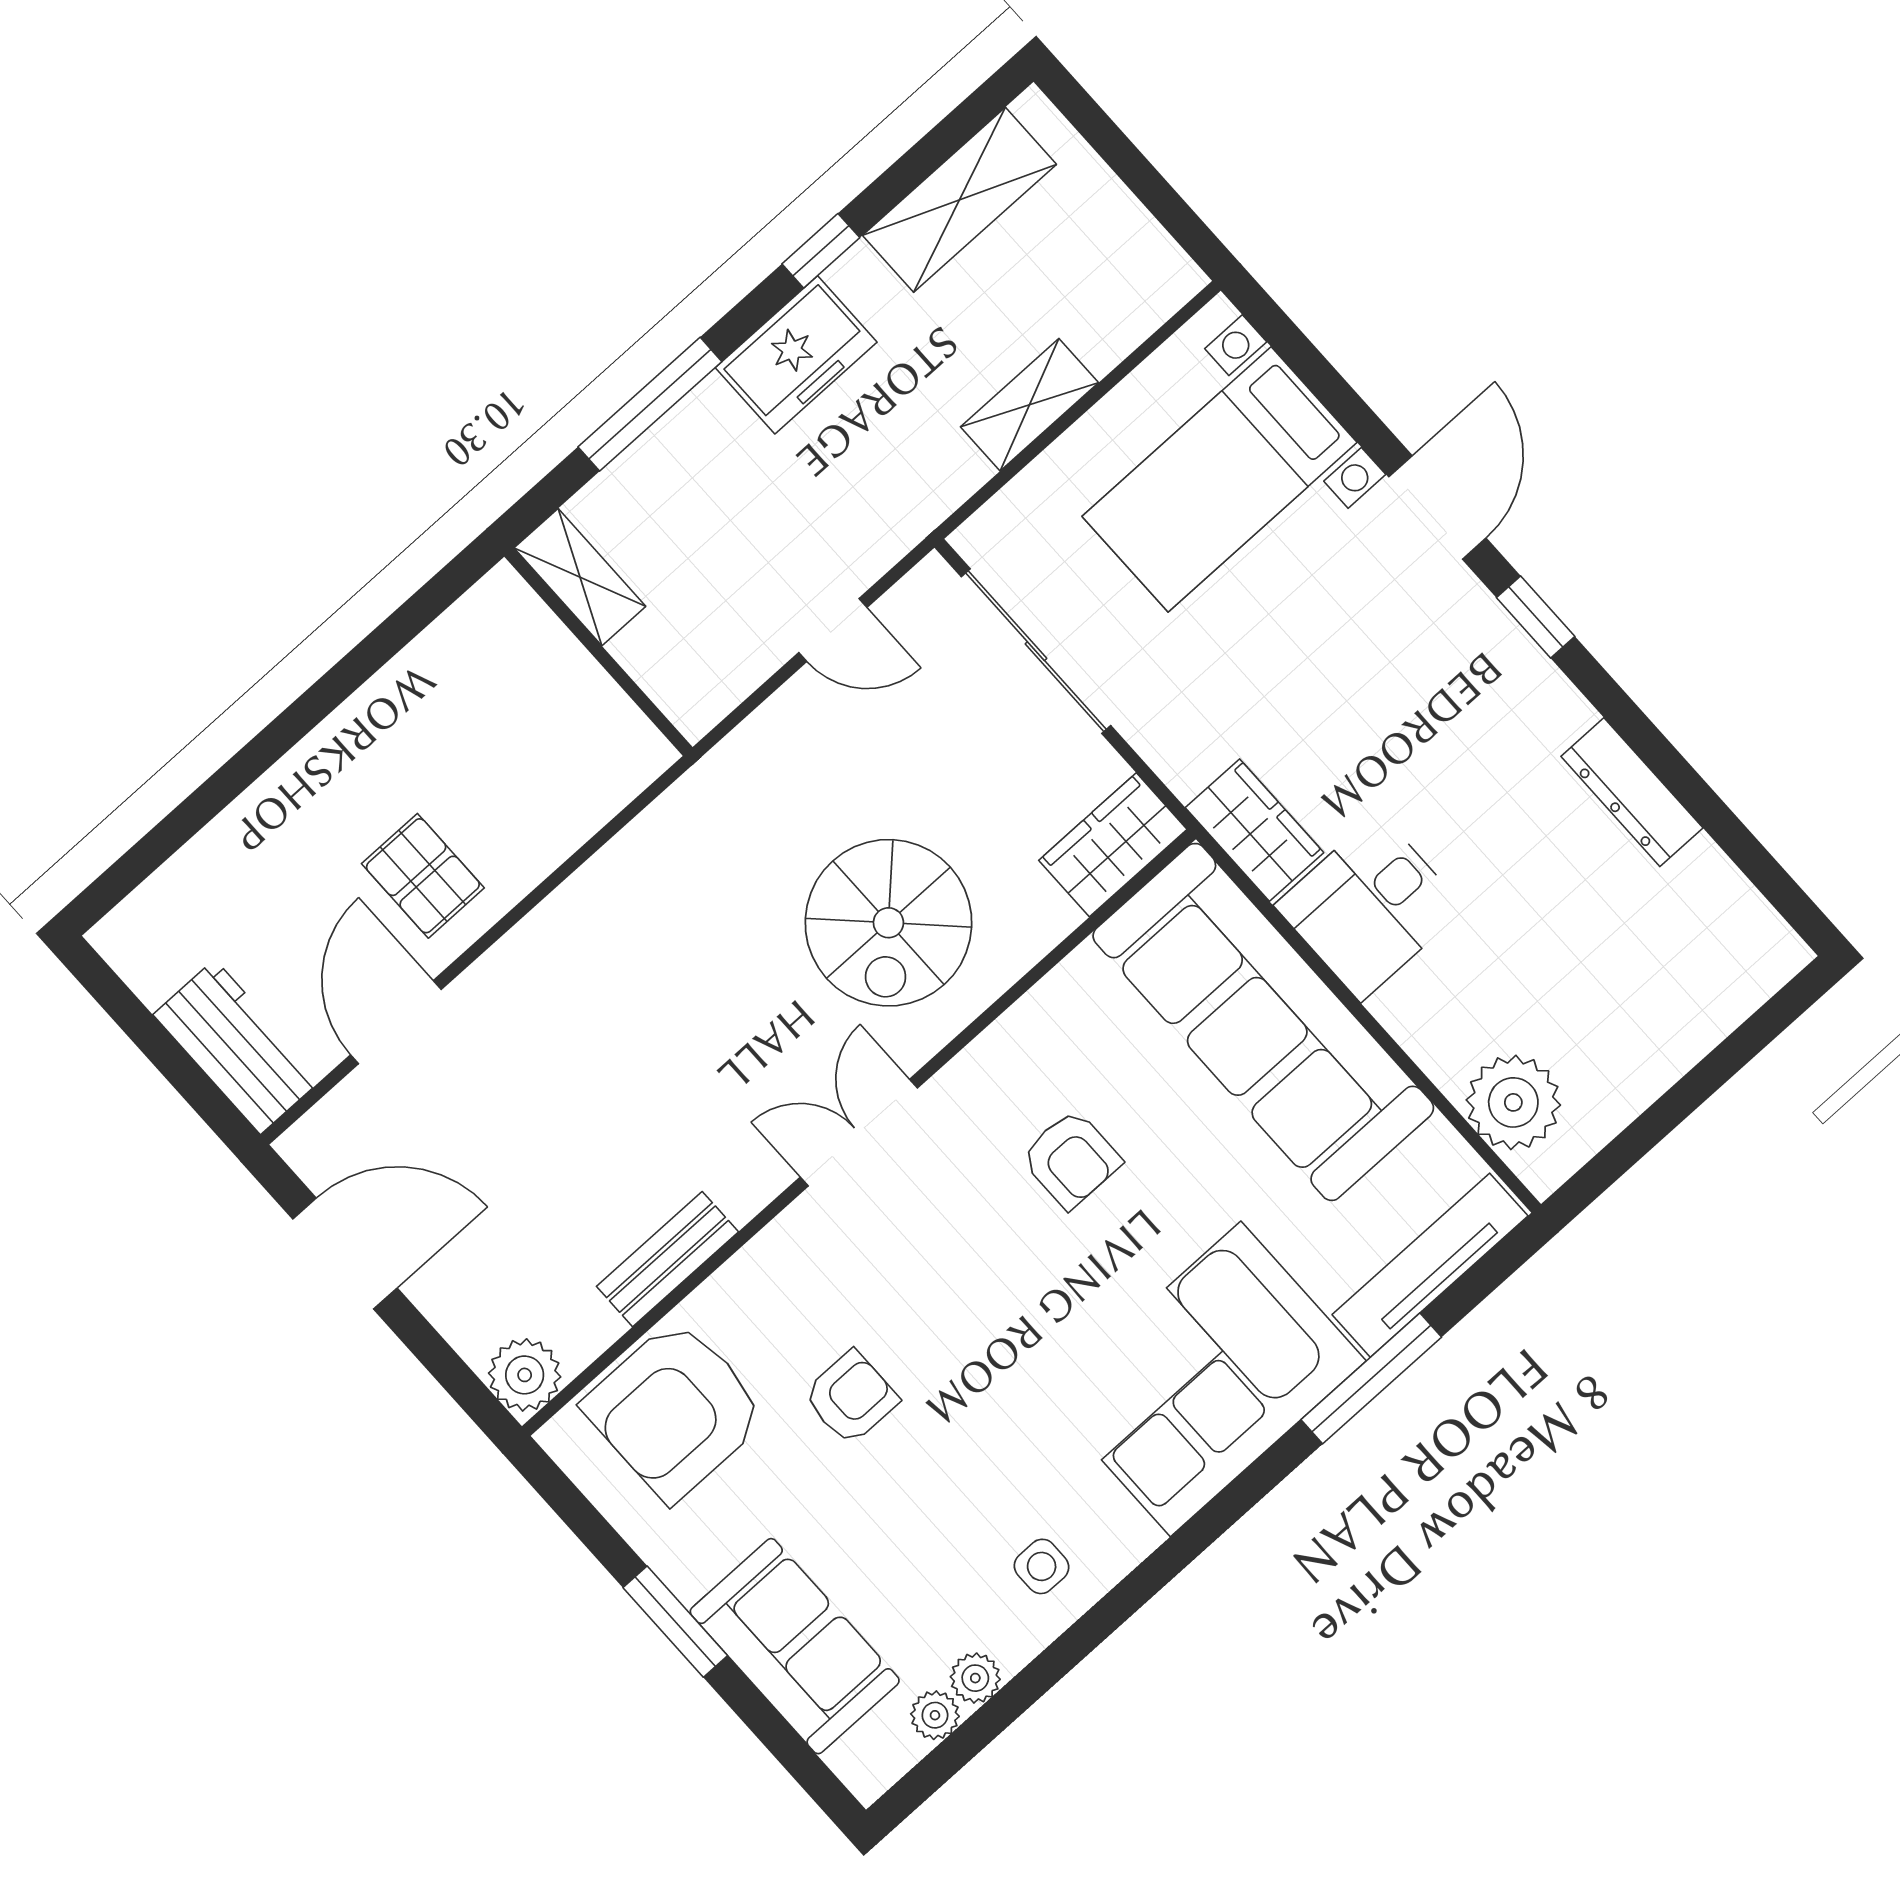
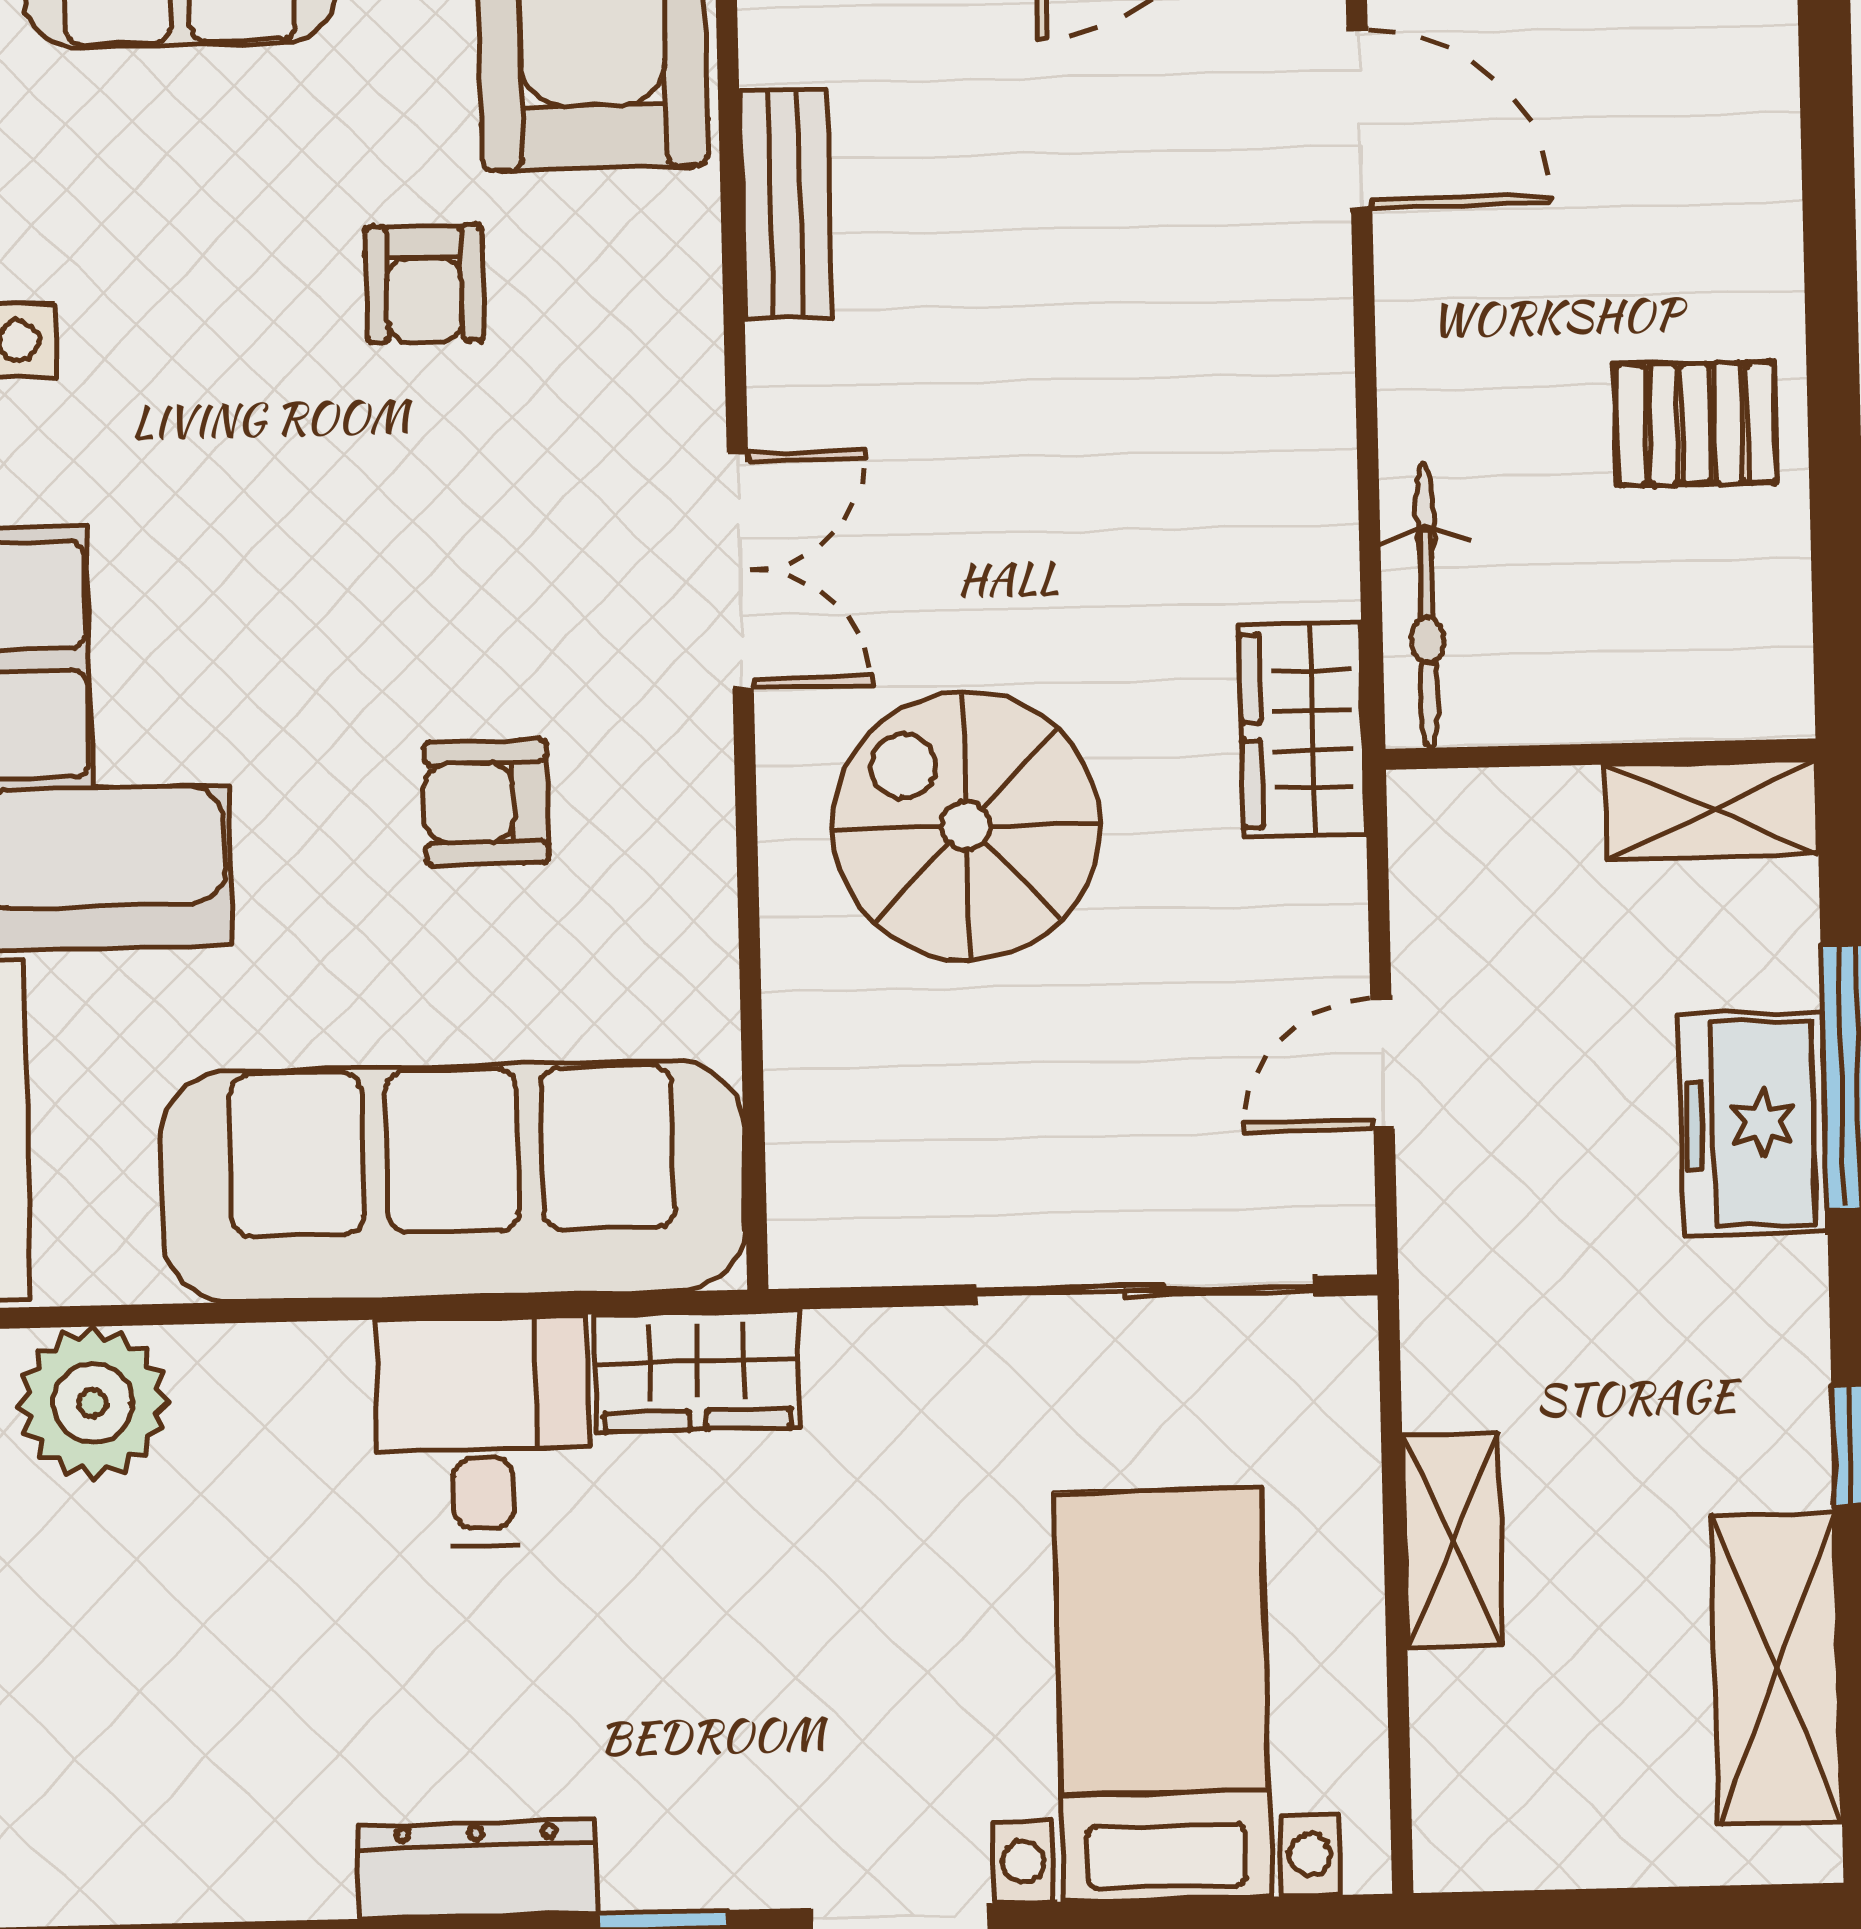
freezer: (796, 355) -> (1753, 1123), moved
dresser: (1632, 792) -> (477, 1869), moved
bicycle: (598, 794) -> (1427, 606), added
wardrobe: (1113, 845) -> (1303, 730), moved, turned 180
pallet: (423, 876) -> (1696, 424), moved

